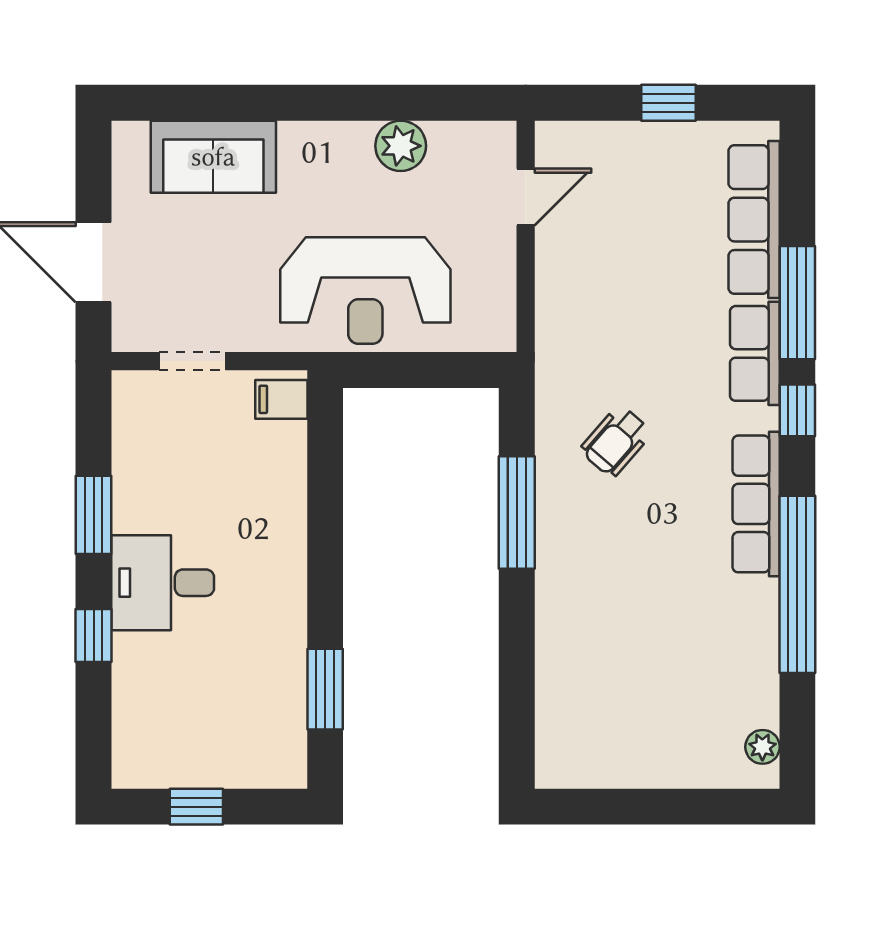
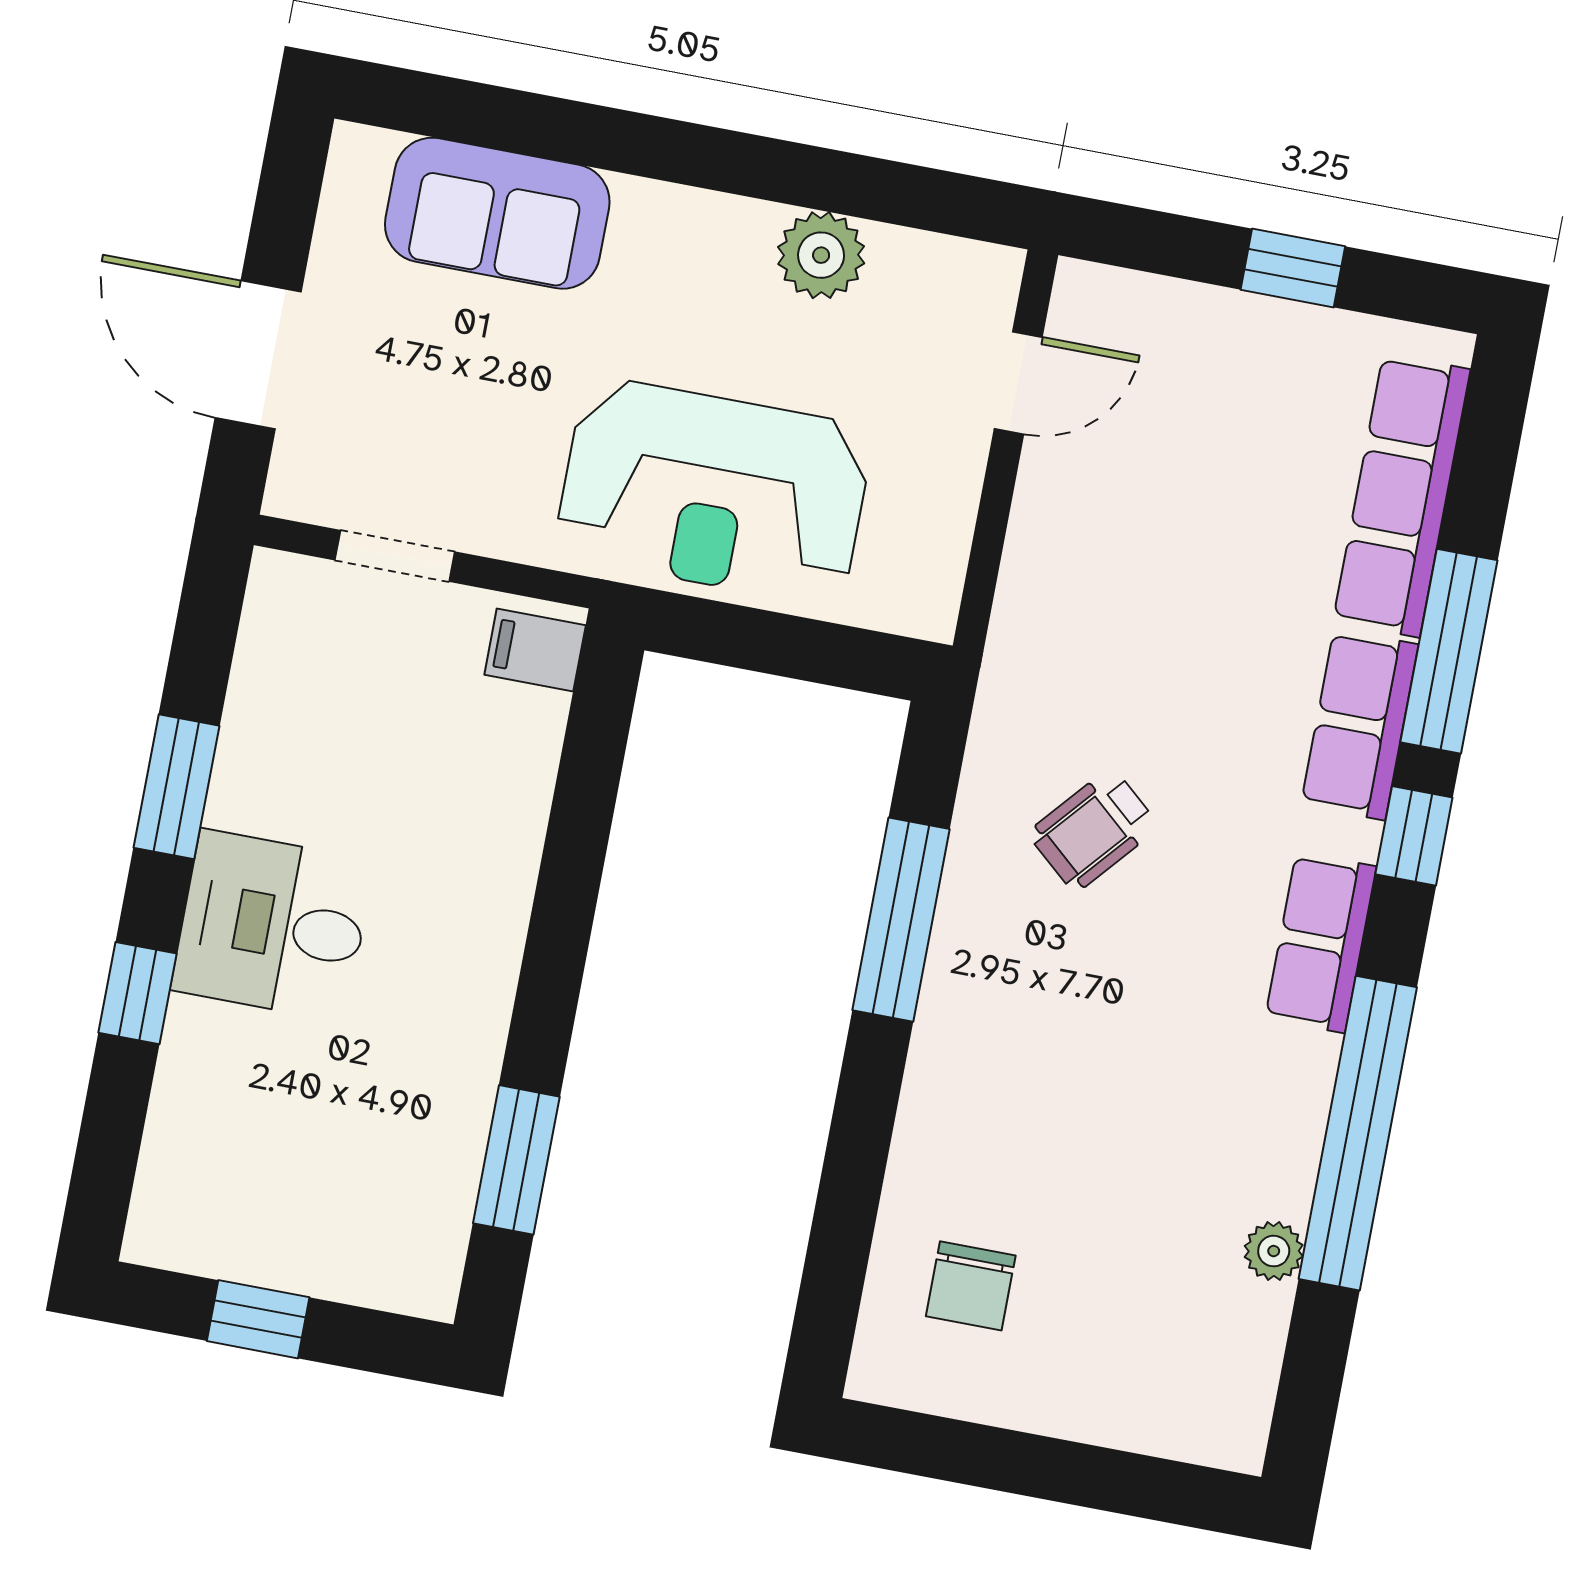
row of seats: (756, 504) -> (1321, 942), width x0.68
chair: (595, 712) -> (971, 1286), added
plant: (762, 747) -> (1274, 1251), moved

